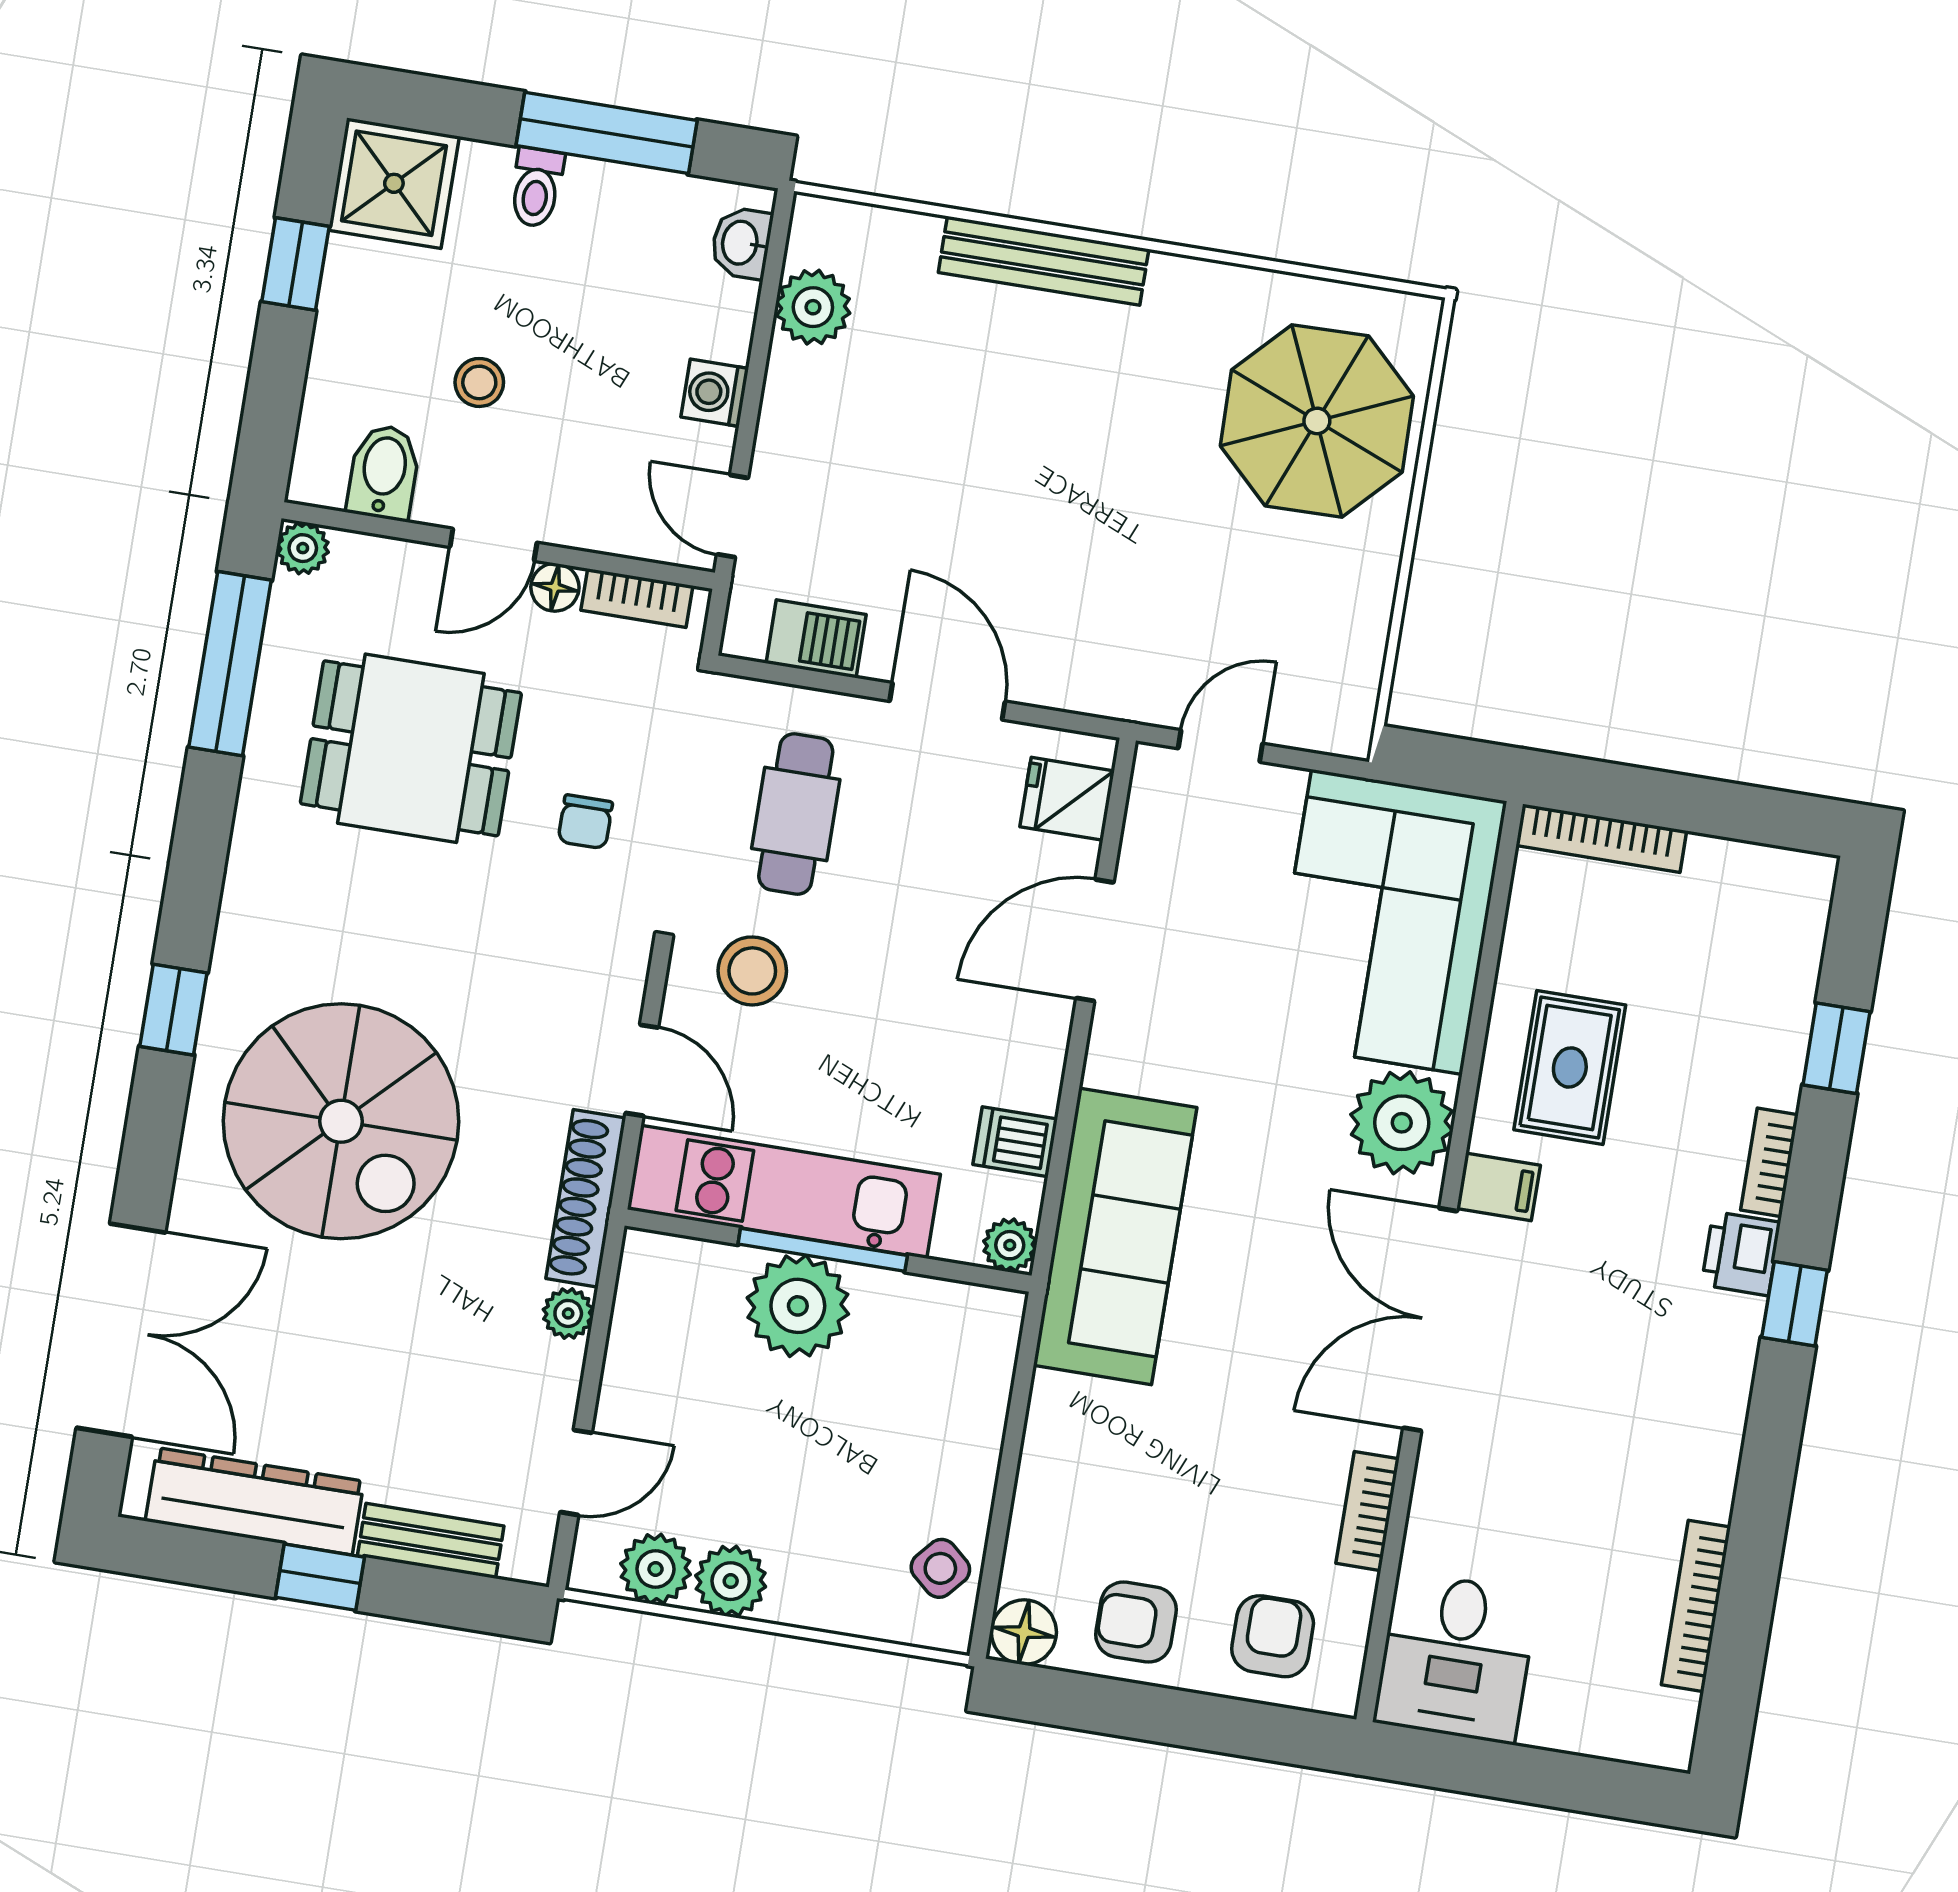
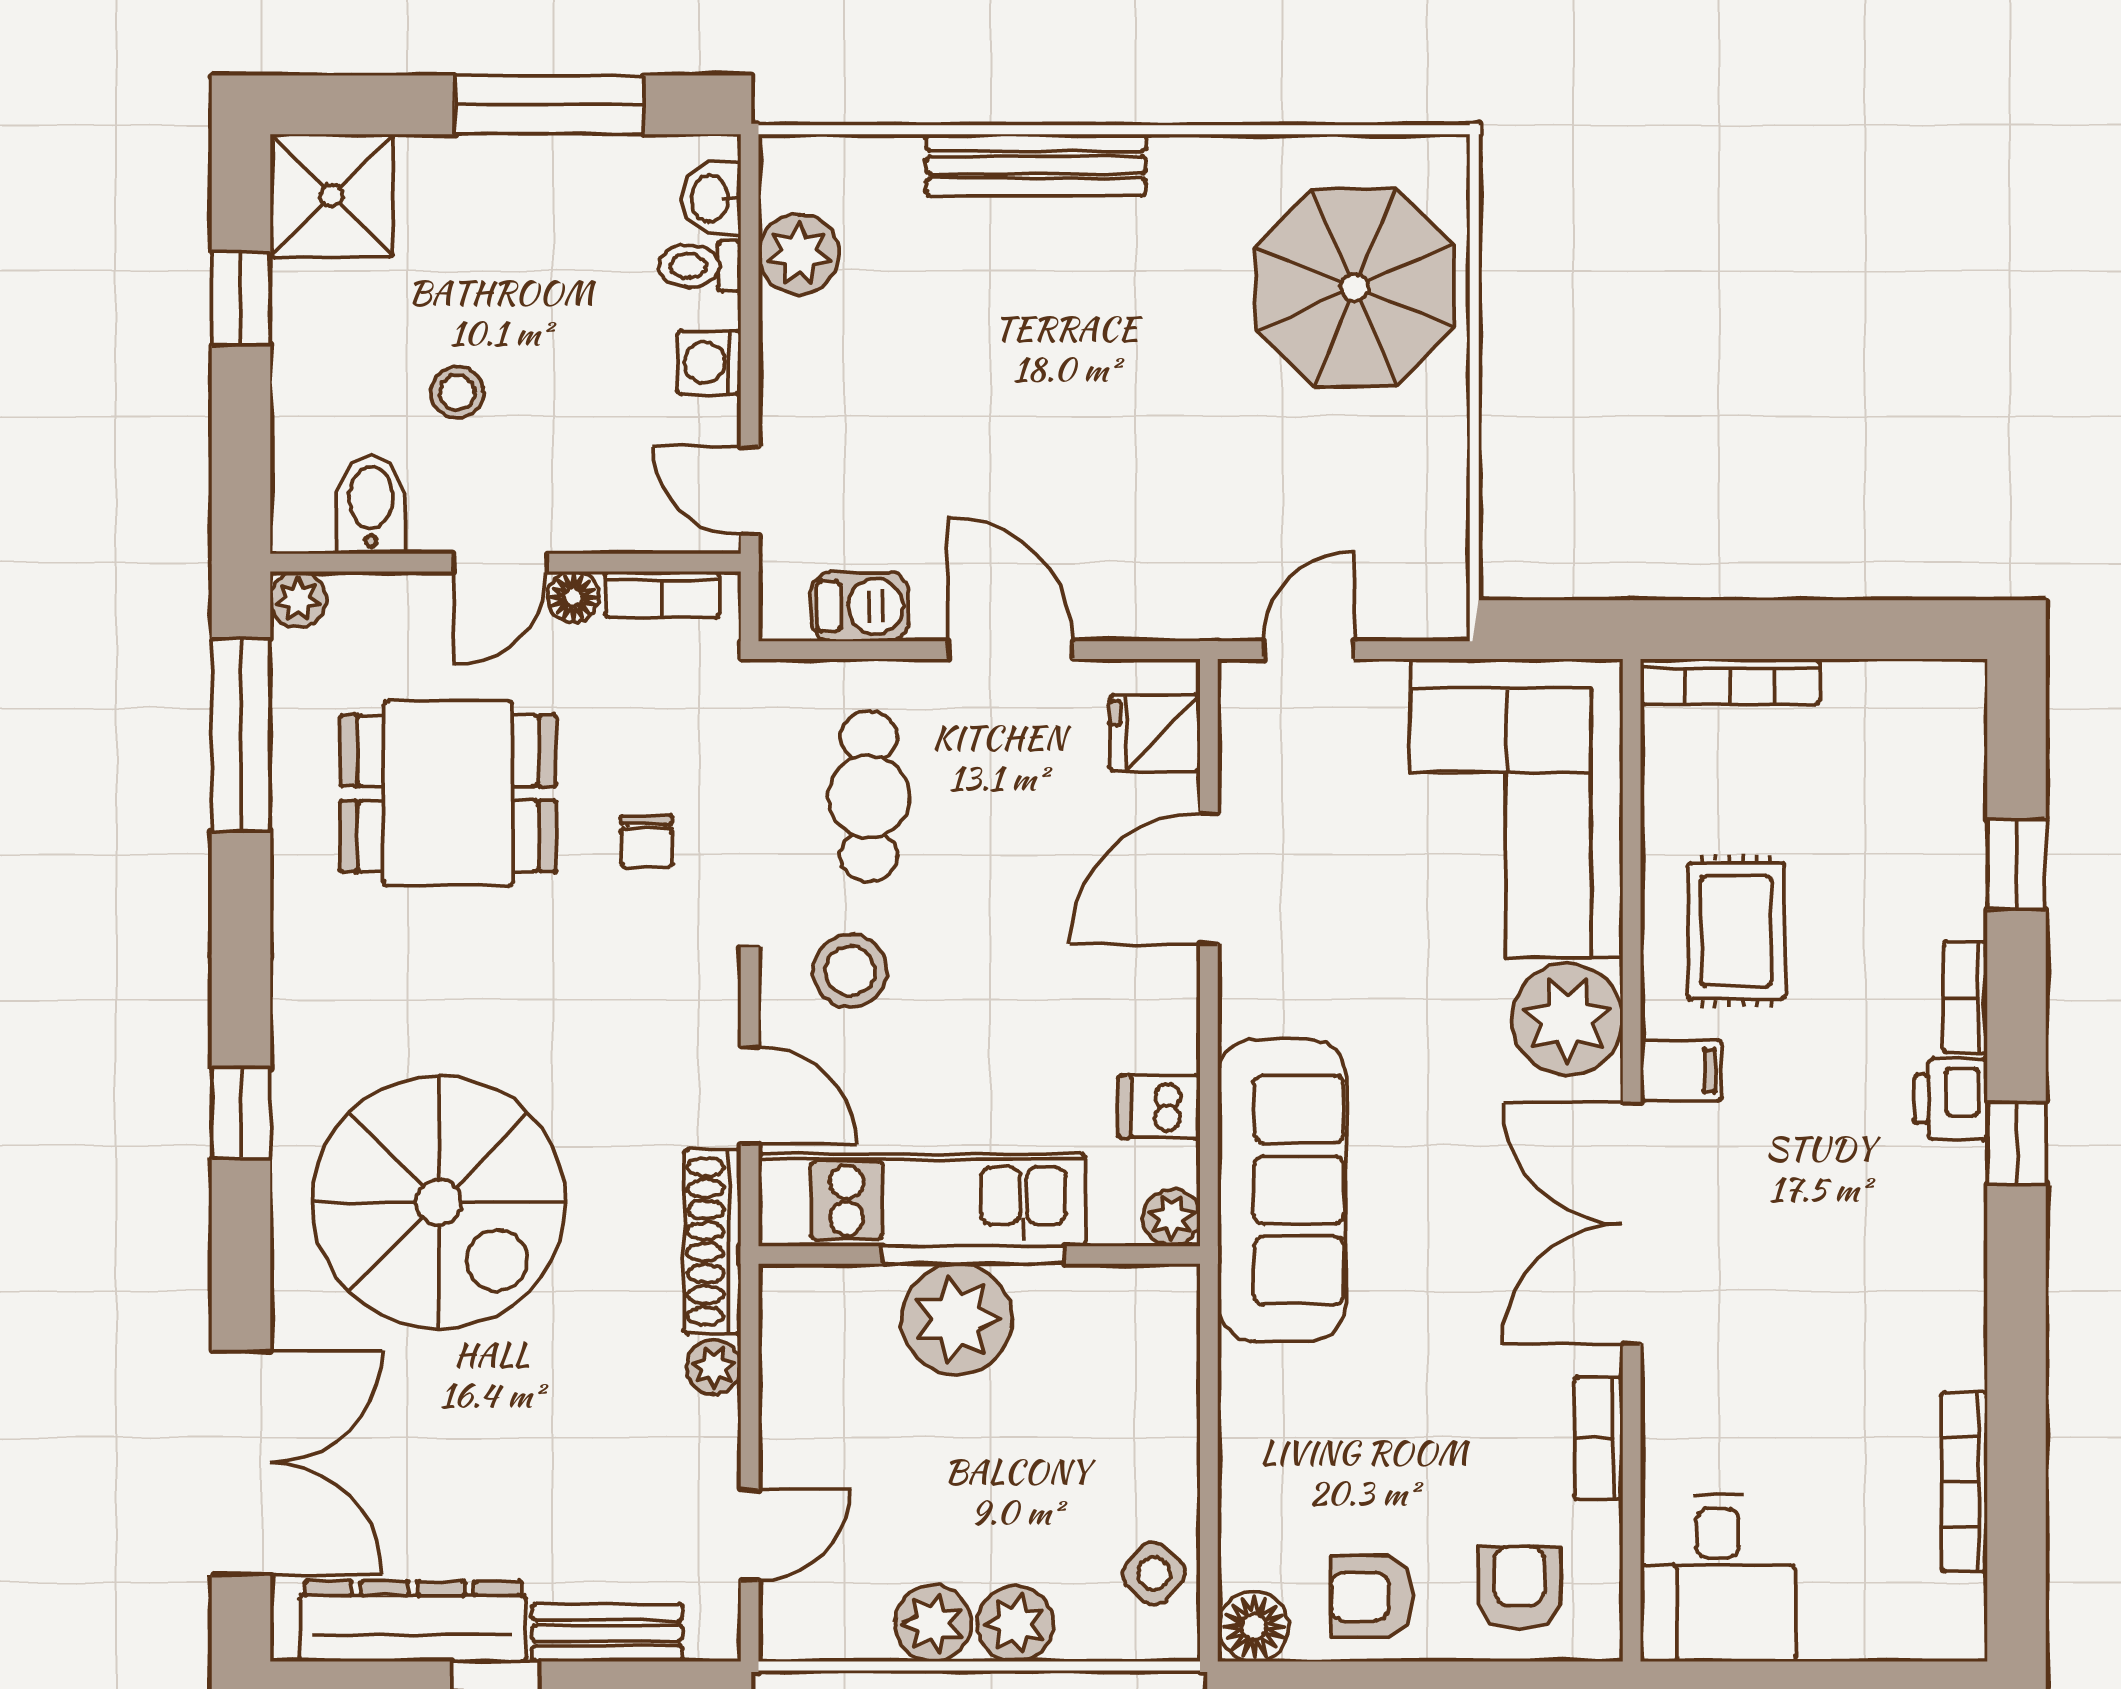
toilet: (536, 187) -> (700, 266), moved, turned 90
plant: (656, 1569) -> (1015, 1624), moved

